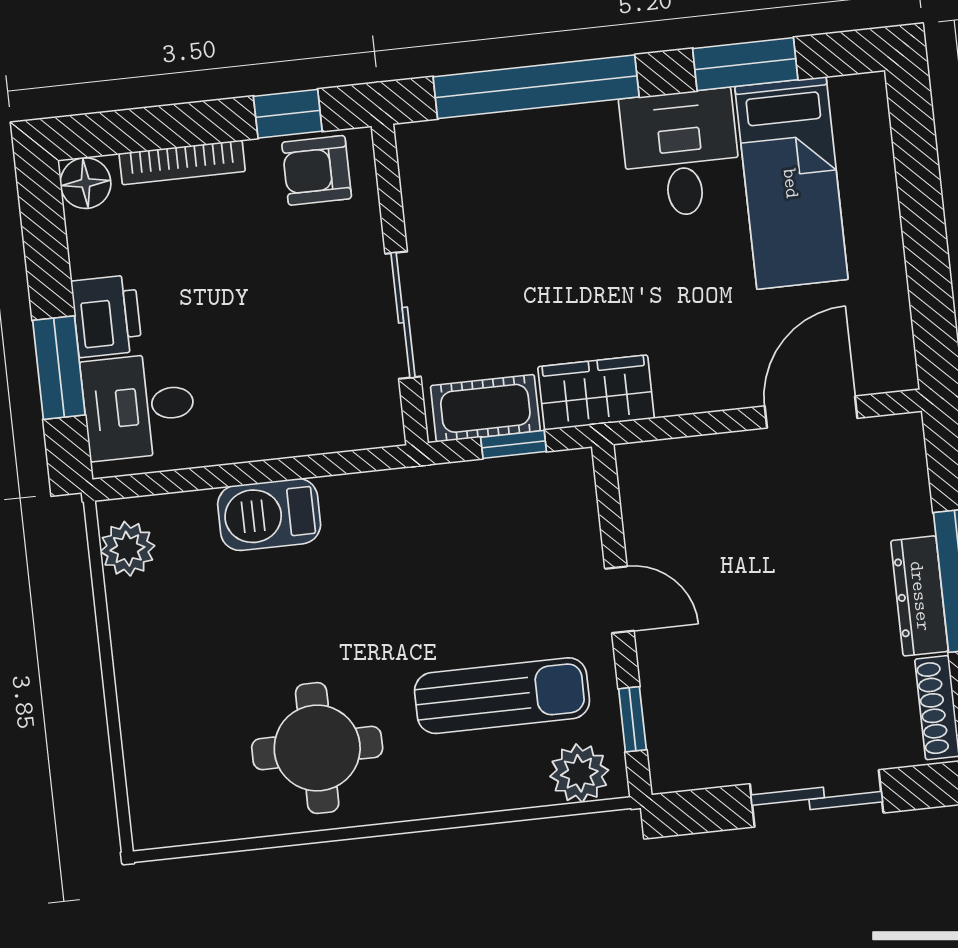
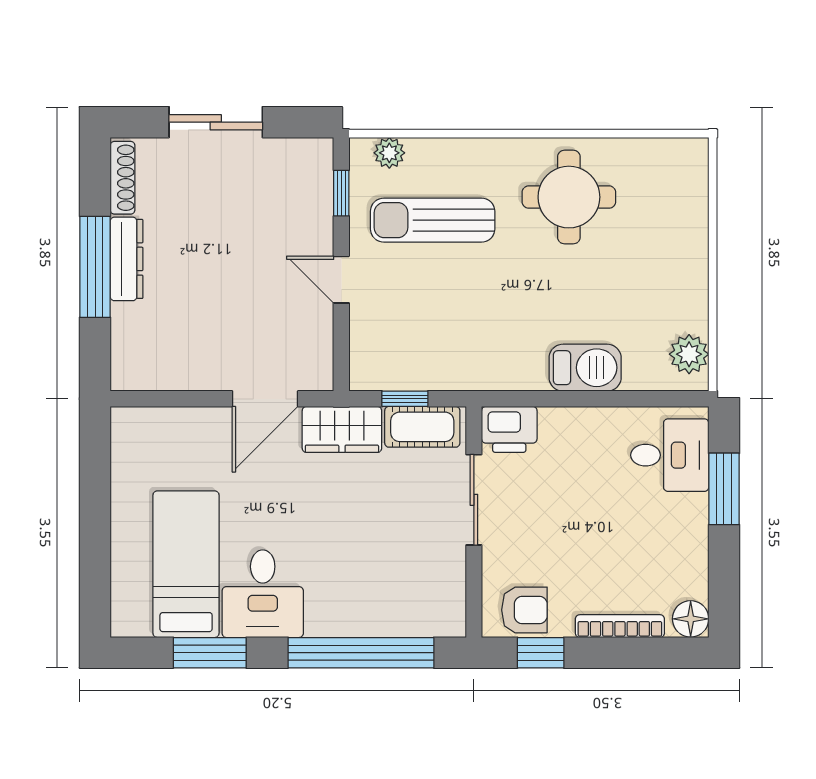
printer: (107, 316) -> (509, 429), moved, turned -90
door: (811, 412) -> (265, 399), moved
plant: (579, 773) -> (389, 153), width x0.73, depth x0.73

